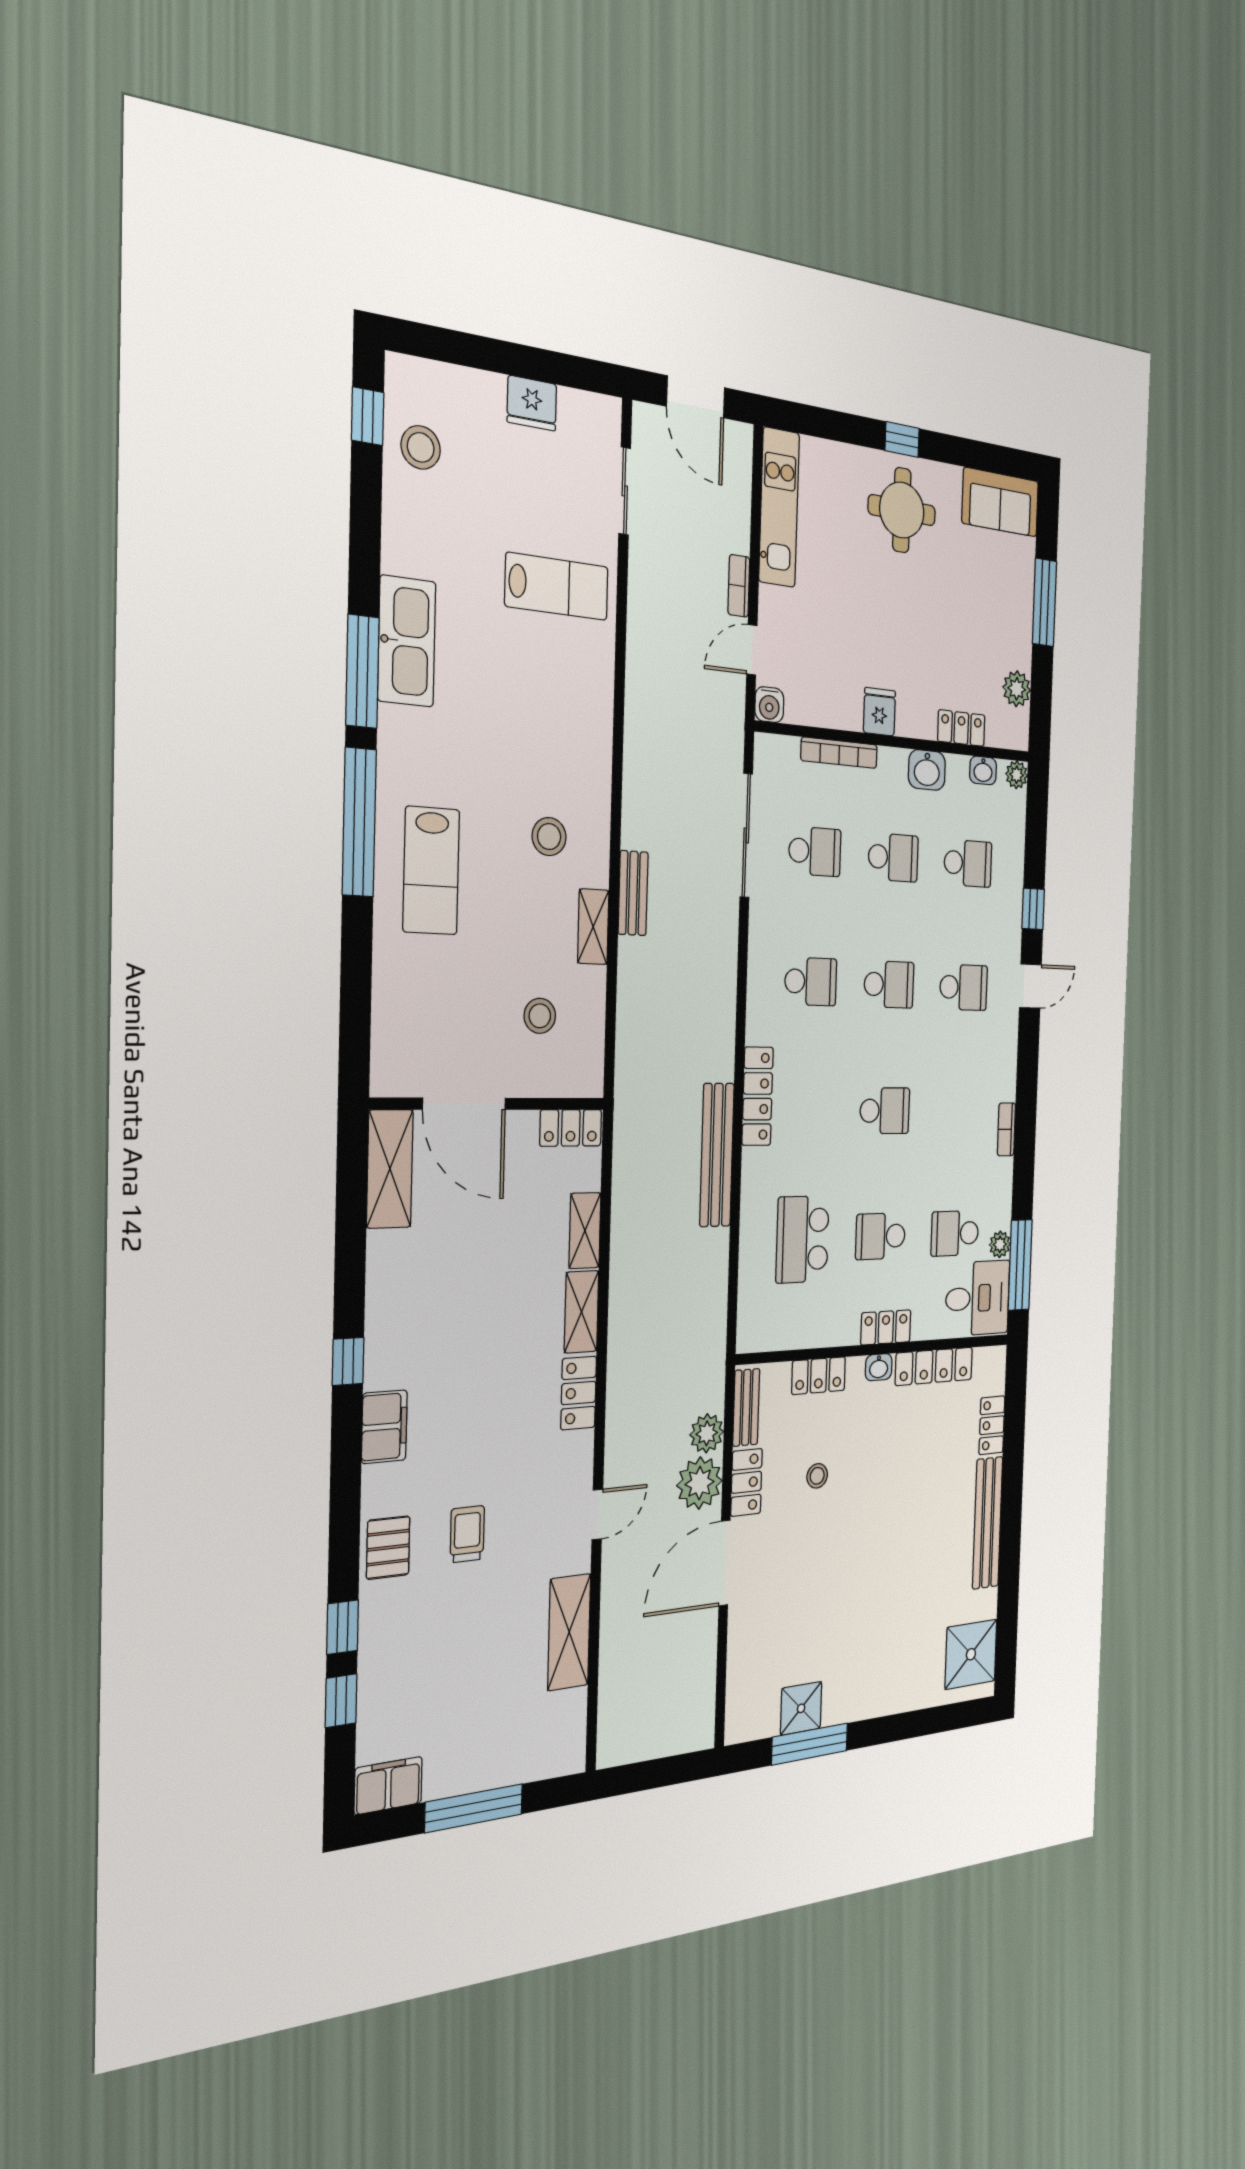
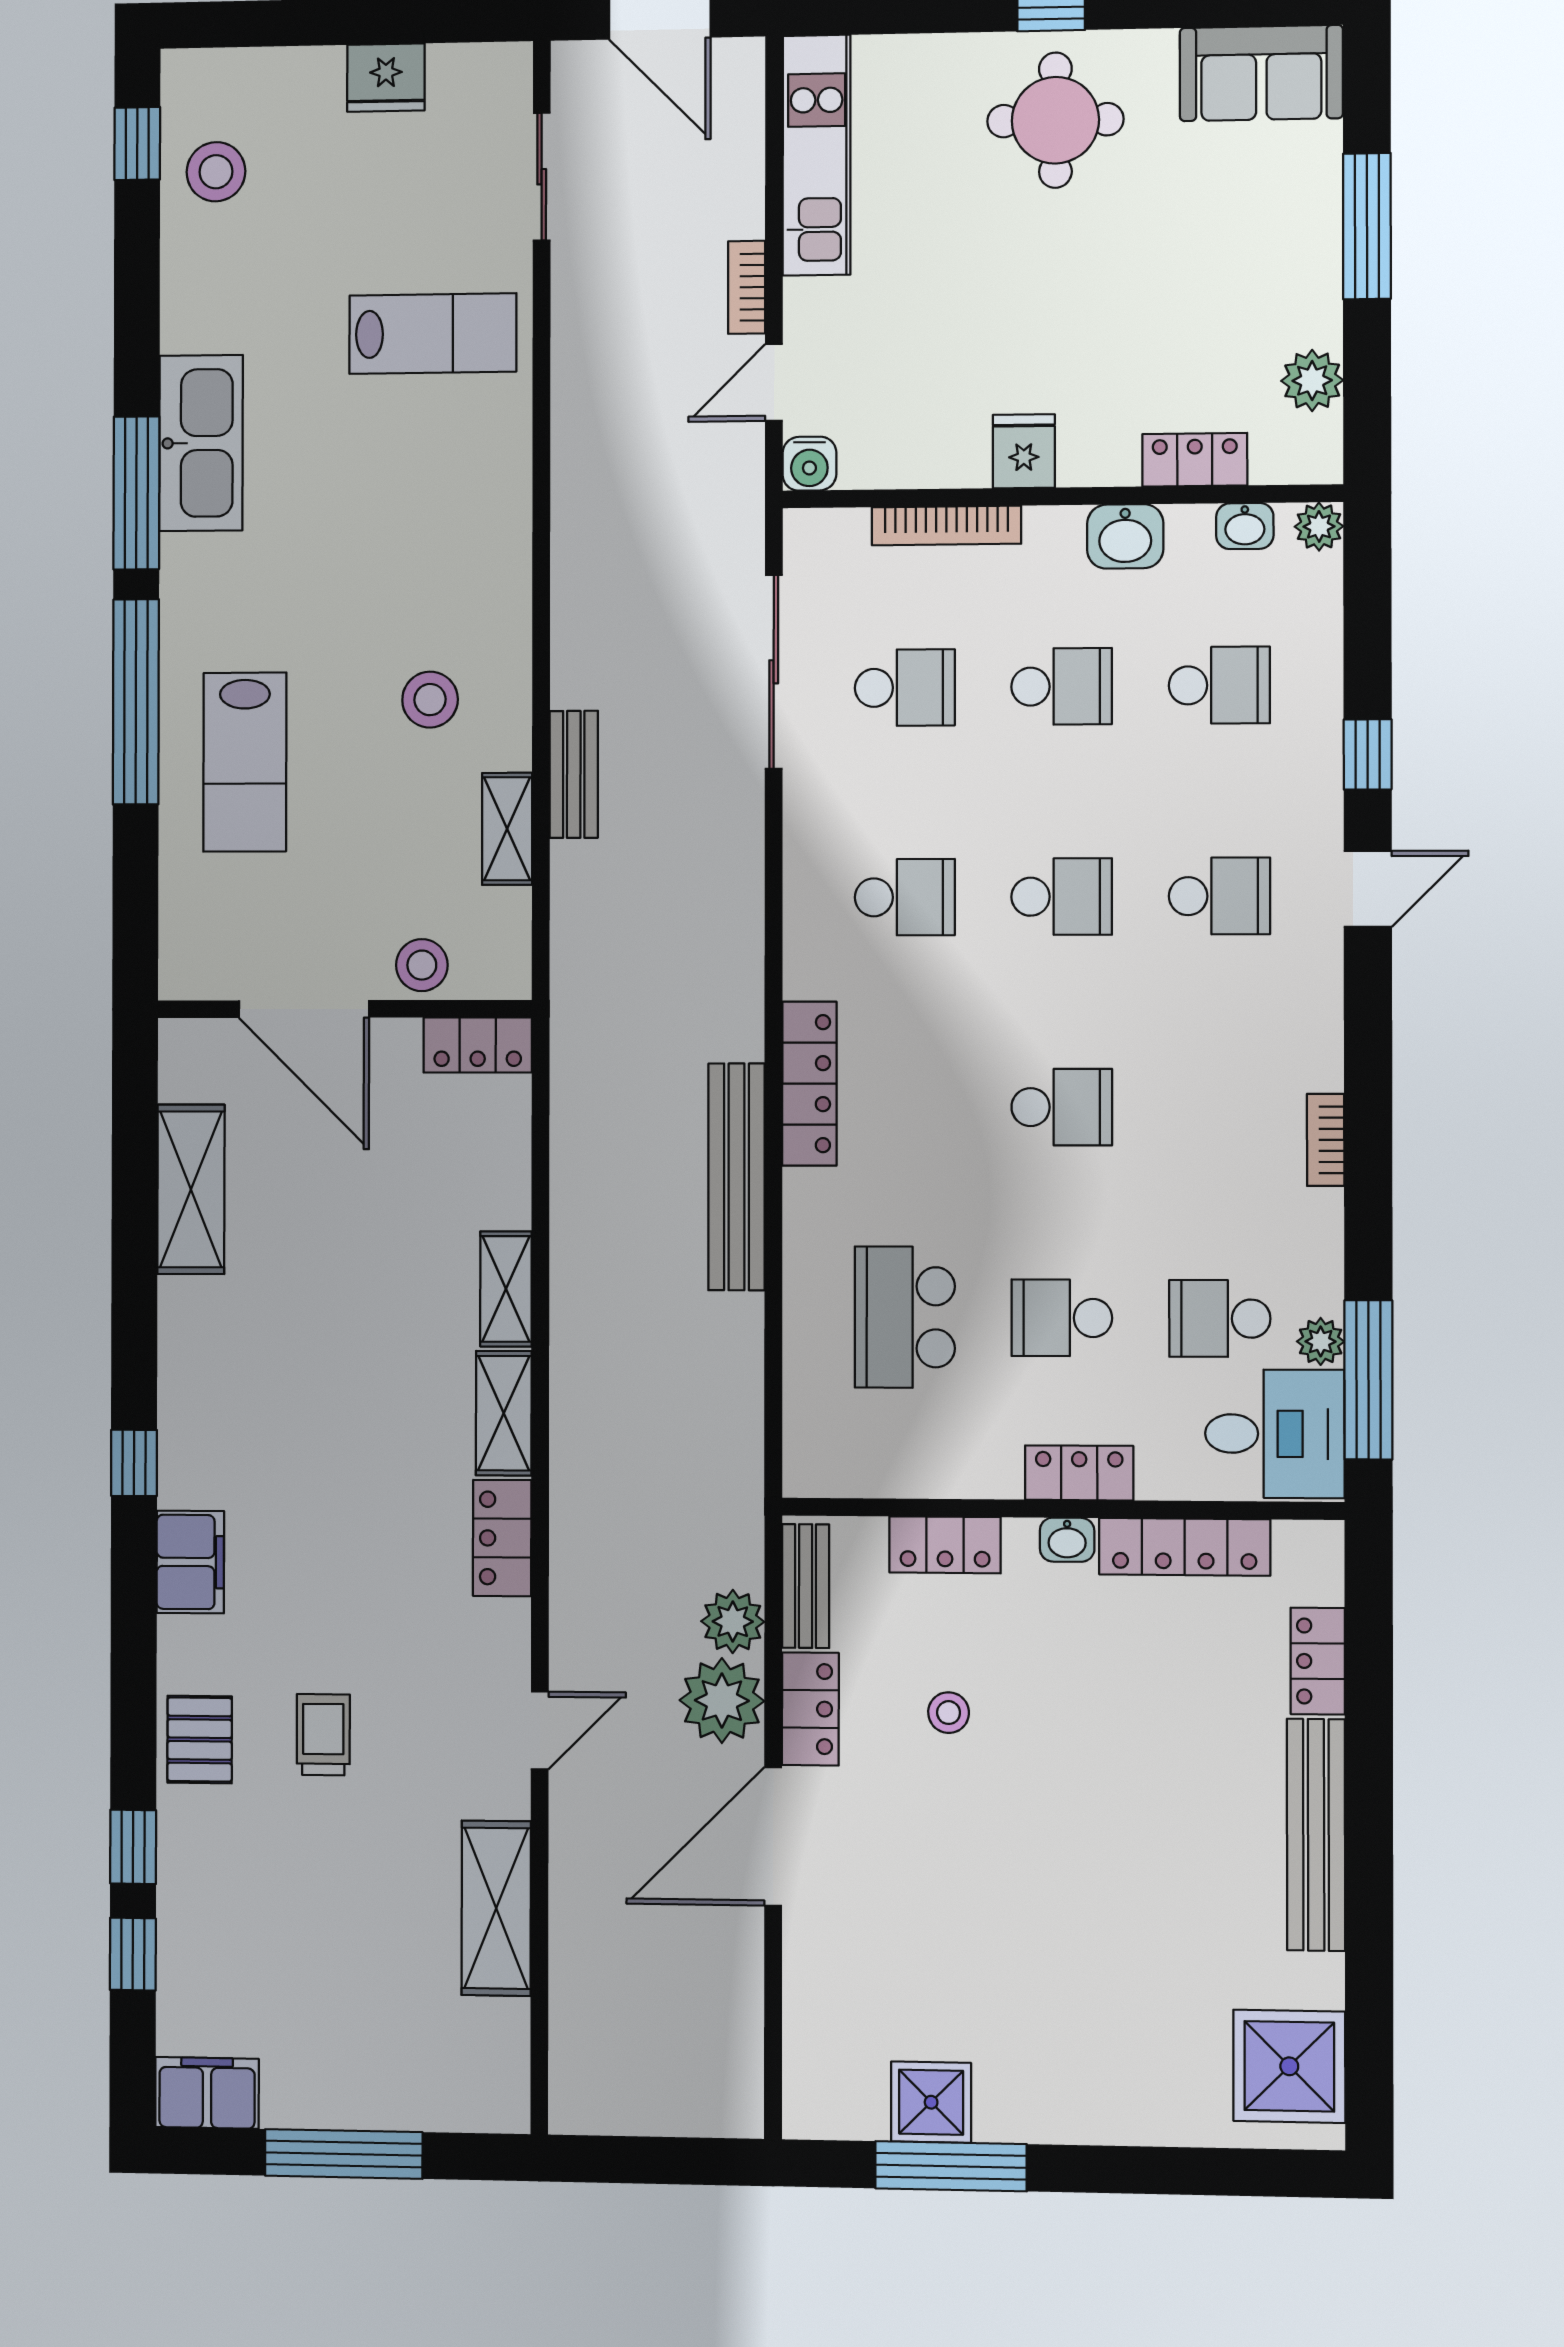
door: (464, 1104) -> (304, 1009), moved
wall: (490, 1104) -> (344, 1009), moved
locker: (571, 1128) -> (478, 1045), moved

